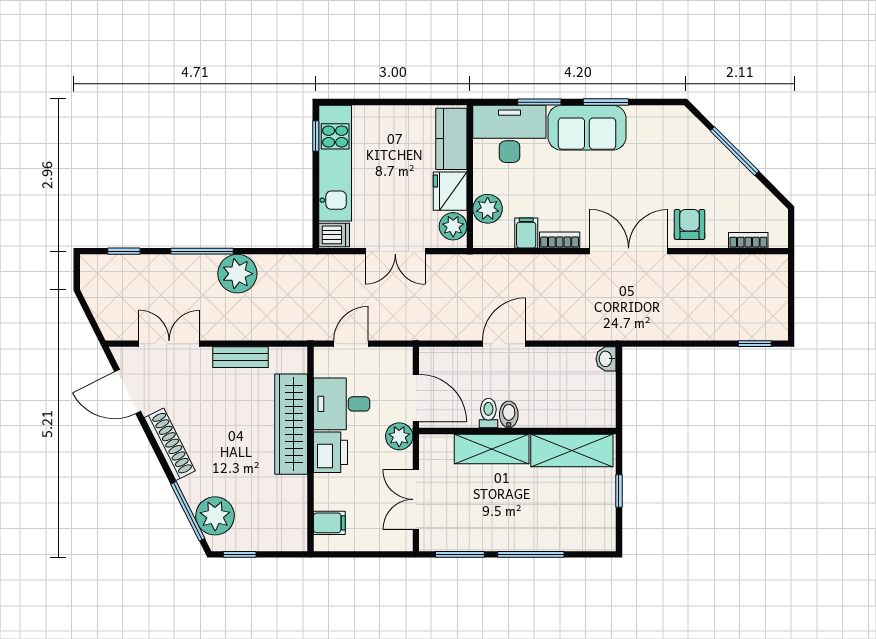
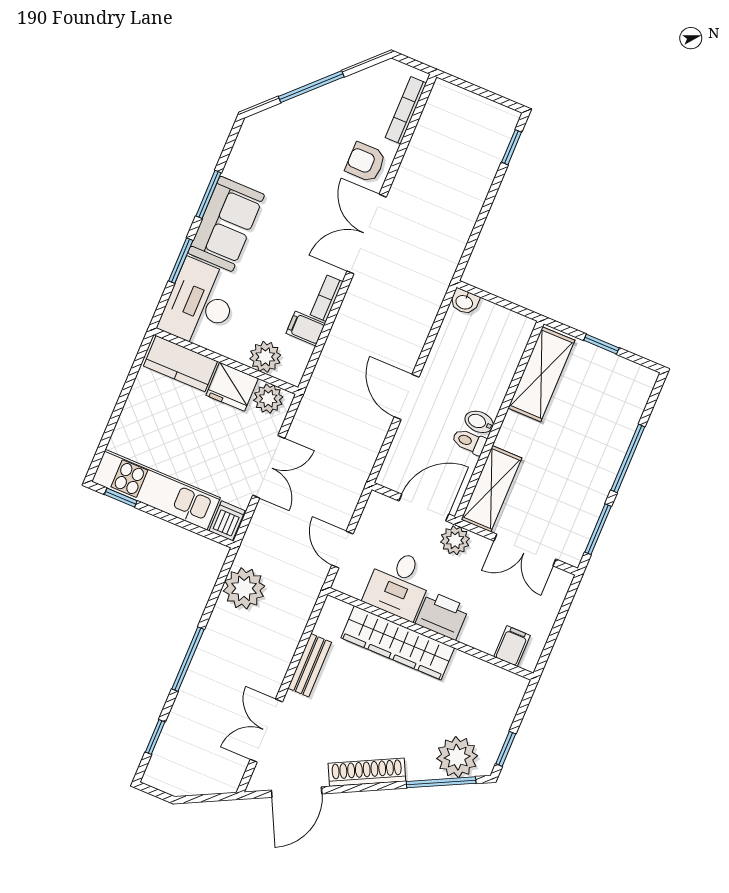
bookcase: (748, 240) -> (406, 110), width x1.56
plant: (237, 274) -> (244, 588), moved
shelving: (492, 449) -> (491, 489), moved

